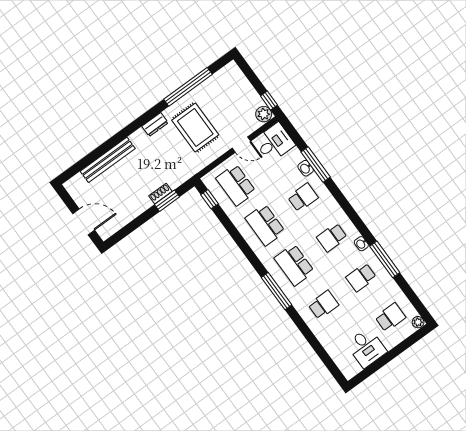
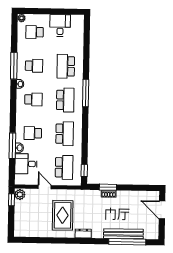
window: (188, 87) -> (127, 242), moved
desk: (274, 143) -> (26, 164), moved
school desk: (323, 305) -> (66, 66), width x1.85

